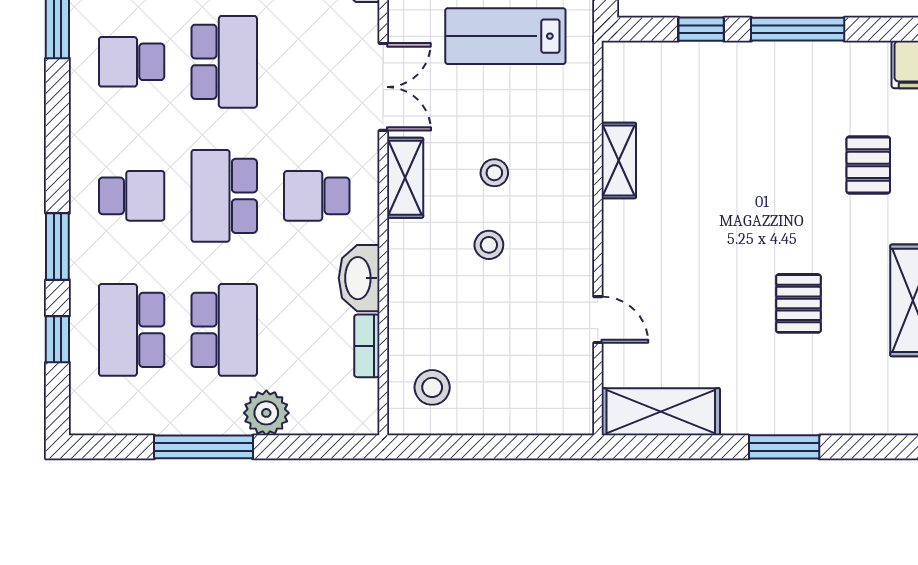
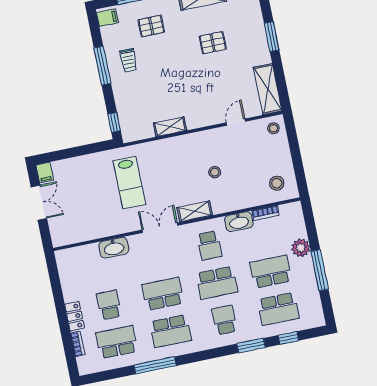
window: (701, 29) -> (114, 122), moved
school desk: (132, 62) -> (171, 331), width x1.85
trolley: (798, 94) -> (128, 60), added
stool: (494, 173) -> (274, 128), moved

